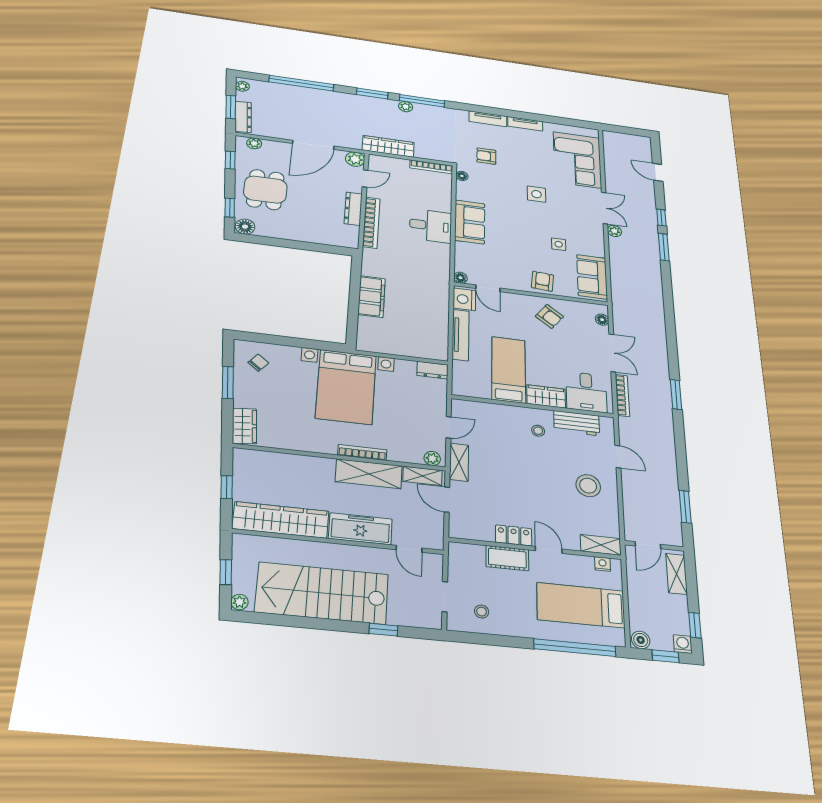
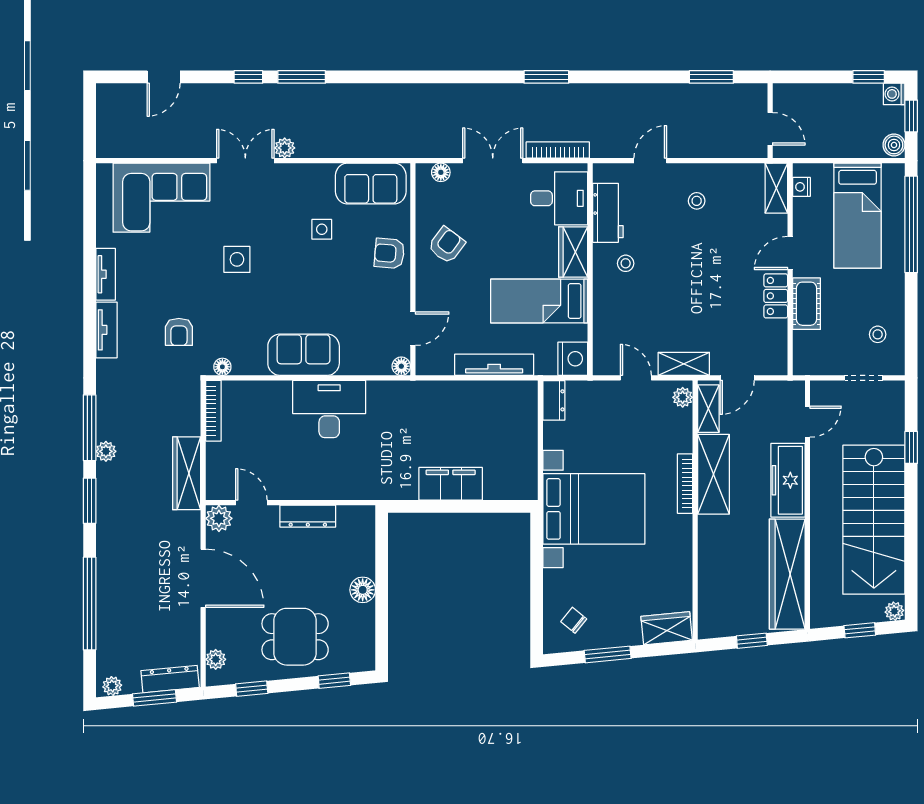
bookcase: (371, 223) -> (328, 490), removed
desk: (431, 226) -> (329, 409), width x1.37
floor lamp: (245, 227) -> (363, 590), moved
nightstand: (464, 299) -> (573, 359), moved, turned -90
stool: (588, 486) -> (697, 201), width x0.53, depth x0.53
shelving: (677, 574) -> (804, 95), removed

